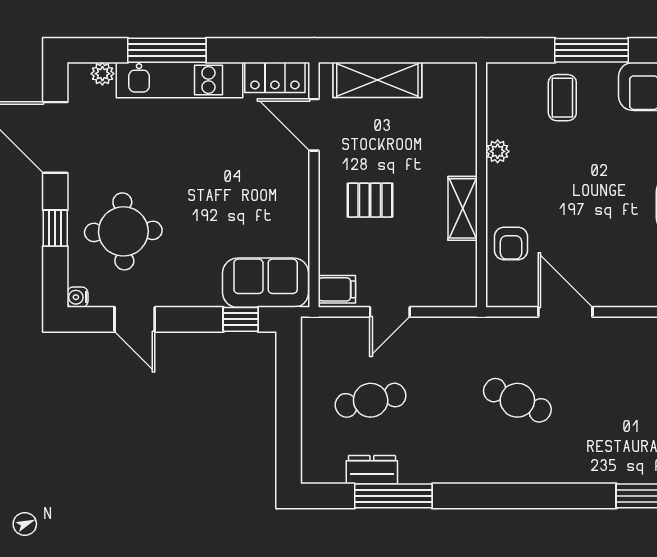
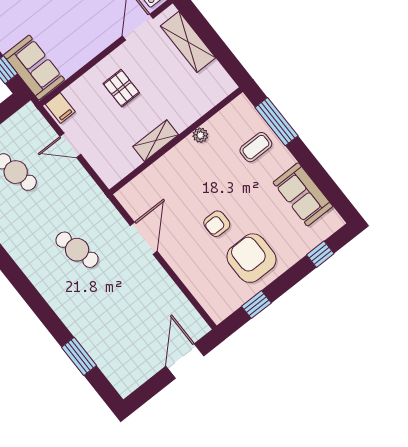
window: (592, 50) -> (276, 122), moved
armchair: (511, 243) -> (217, 224), moved
cafe table: (517, 400) -> (77, 250), turned -39

